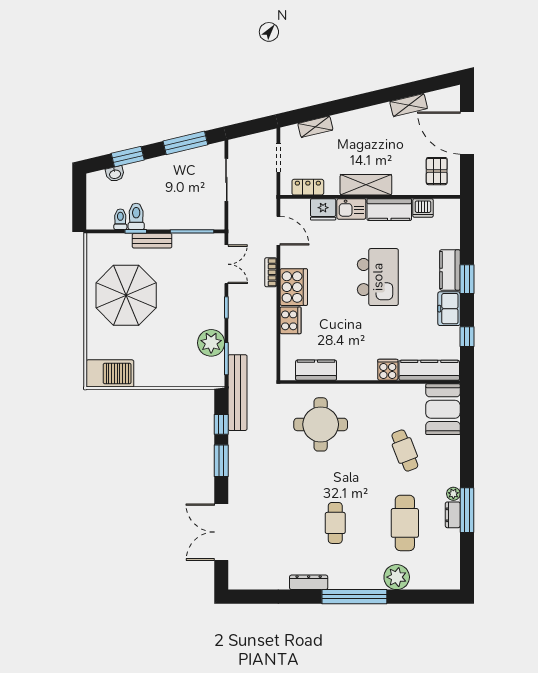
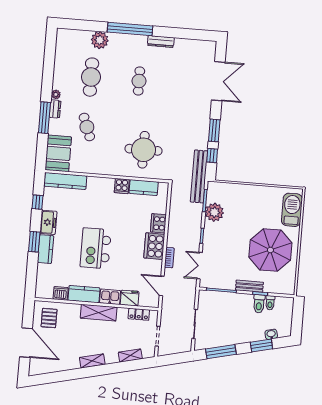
shelving: (409, 105) -> (92, 361), moved
cooker: (388, 370) -> (122, 186), moved
barbecue: (110, 373) -> (292, 210), moved, turned 90
window: (467, 510) -> (44, 118), moved
dresser: (453, 515) -> (55, 109), moved

